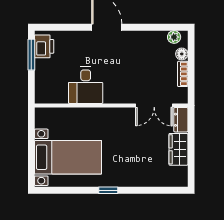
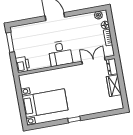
printer: (44, 46) -> (23, 64), moved
desk: (86, 85) -> (60, 53), moved
double door: (154, 105) -> (93, 61), swing flipped

